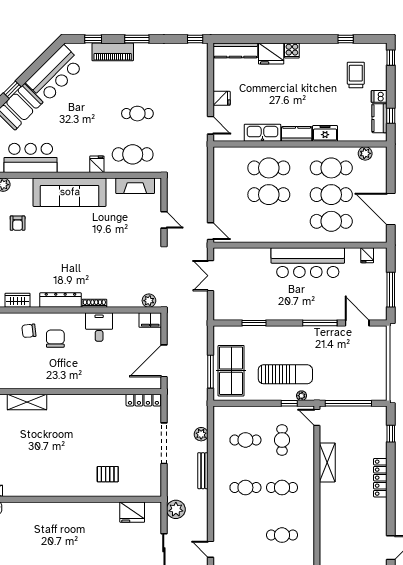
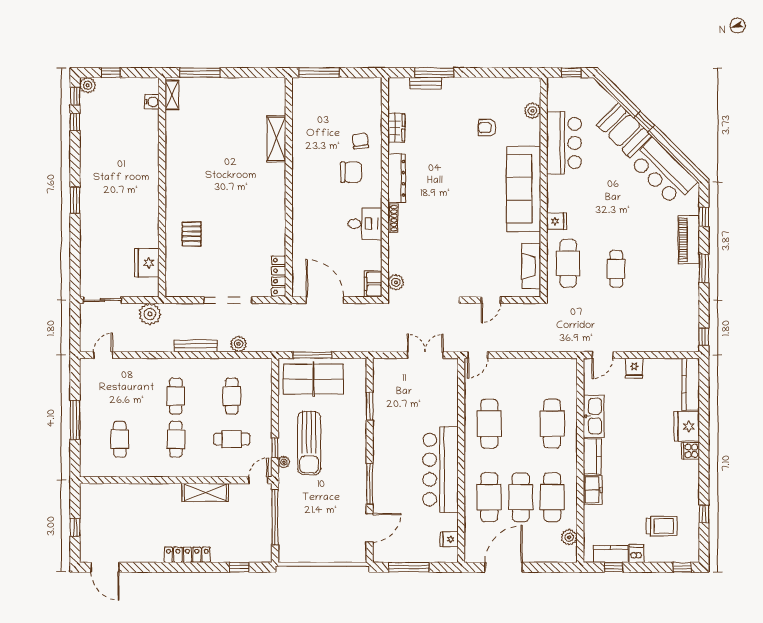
cafe table: (269, 195) -> (489, 424), moved

